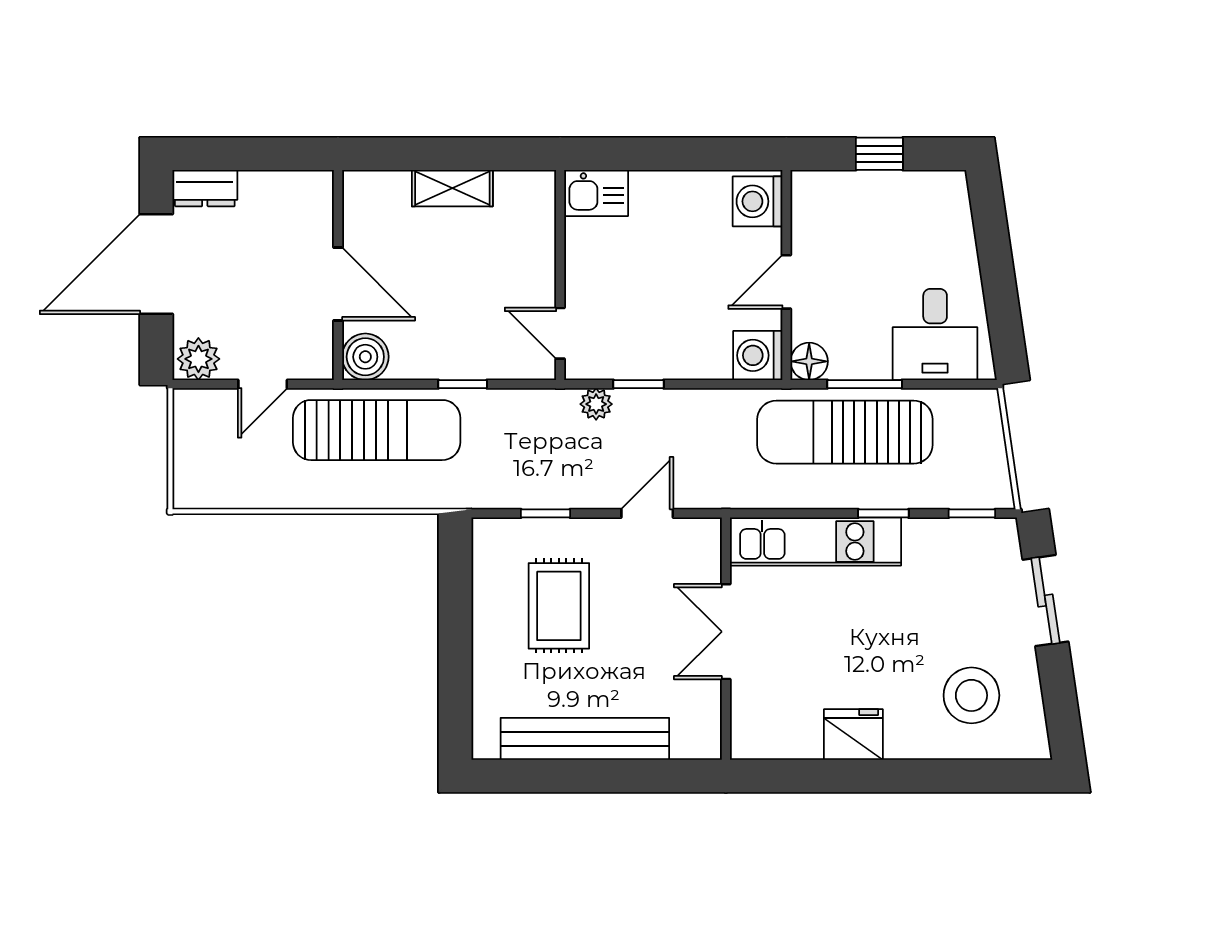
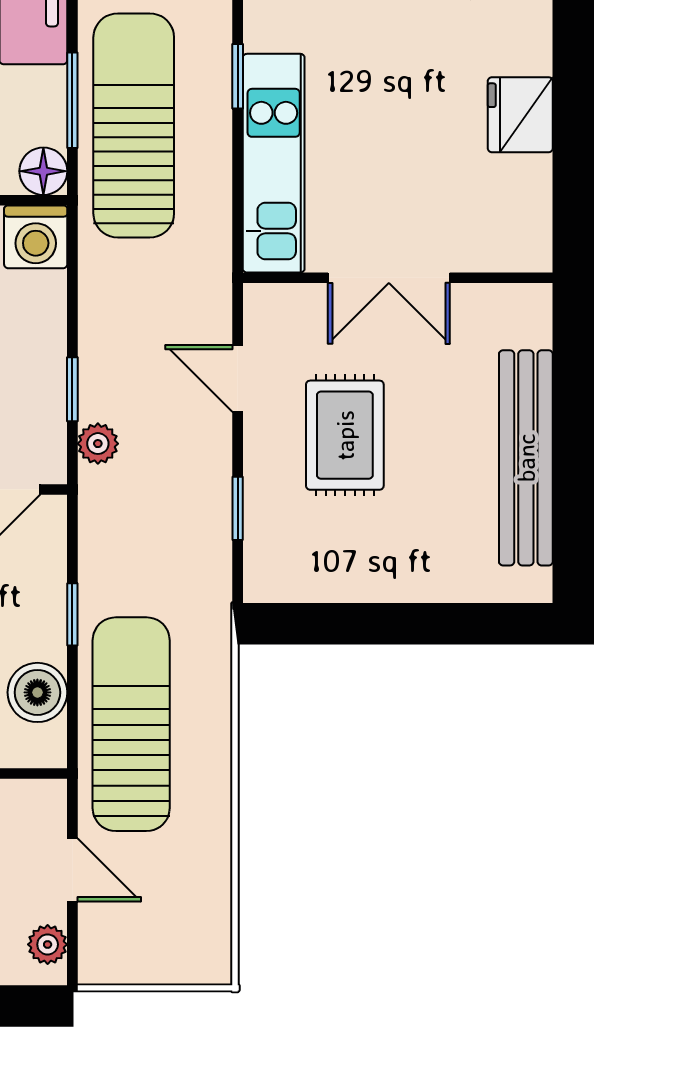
boiler: (365, 357) -> (37, 692), moved
plant: (198, 359) -> (48, 944), width x0.73, depth x0.73
sun lounger: (845, 432) -> (134, 125), turned 180
rug: (559, 606) -> (345, 435), moved, turned 90

